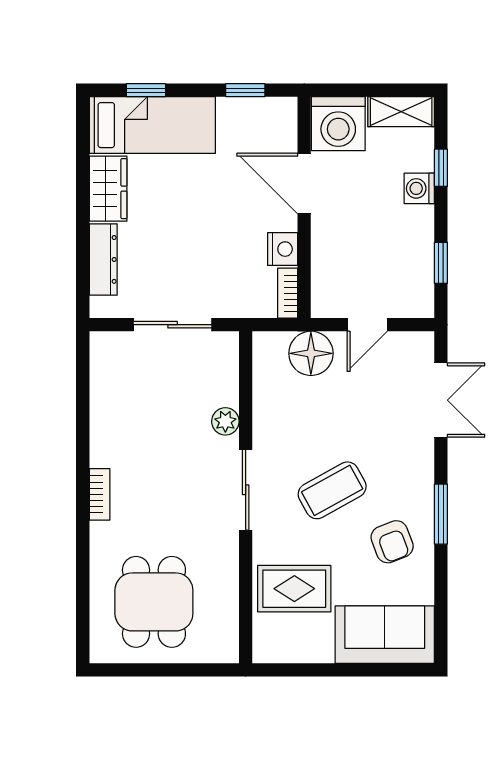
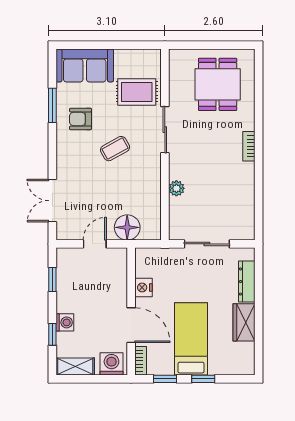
window: (146, 90) -> (203, 379), moved
washing machine: (338, 124) -> (111, 364), width x0.73, depth x0.73
bed: (152, 125) -> (191, 339), moved, turned 90
bookcase: (288, 293) -> (141, 361), moved
sliding door: (246, 490) -> (165, 130), moved
coffee table: (332, 490) -> (115, 149), width x0.73, depth x0.77
window: (441, 514) -> (52, 105), moved
armchair: (392, 542) -> (80, 119), turned -69

